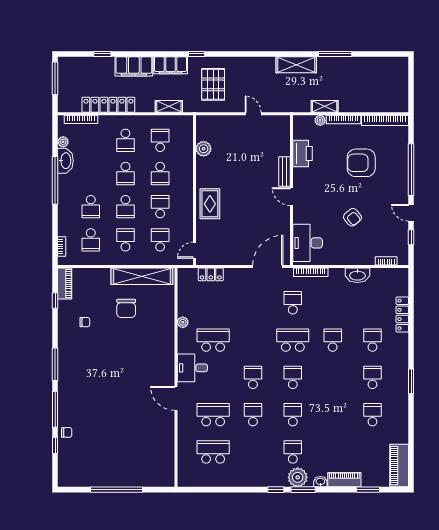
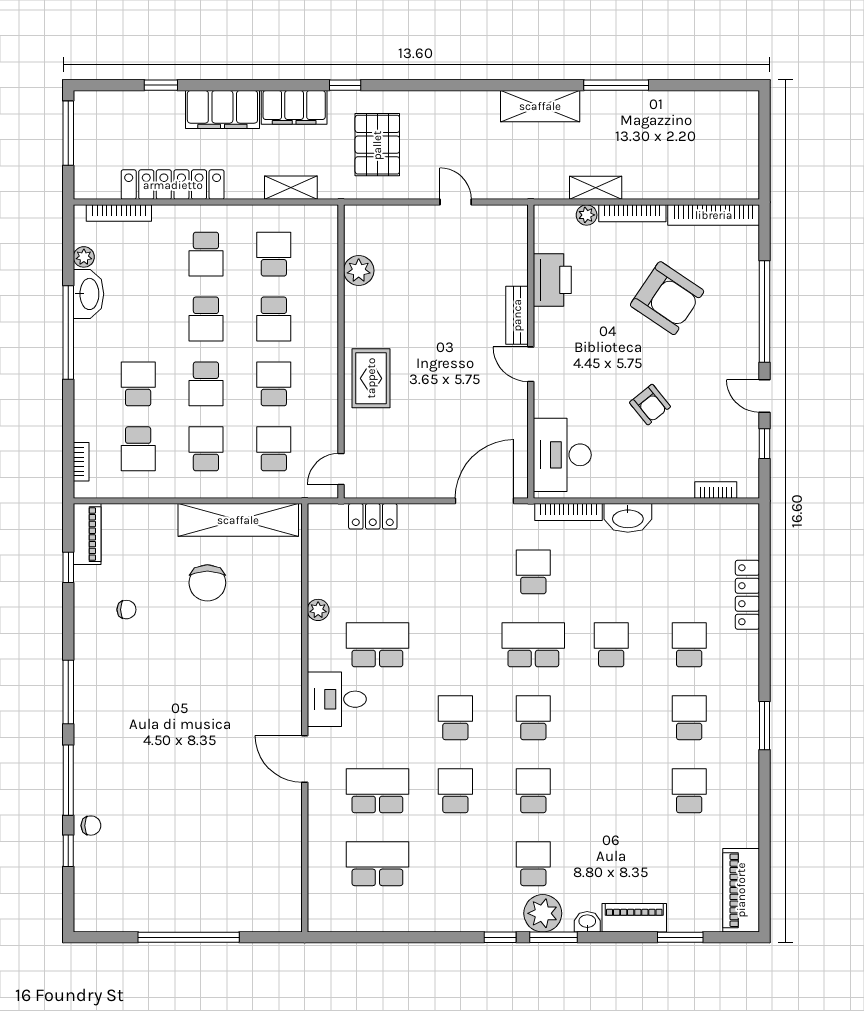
armchair: (361, 163) -> (667, 298), turned -146
school desk: (91, 207) -> (138, 384), turned 180
washbasin: (357, 275) -> (628, 518), moved

